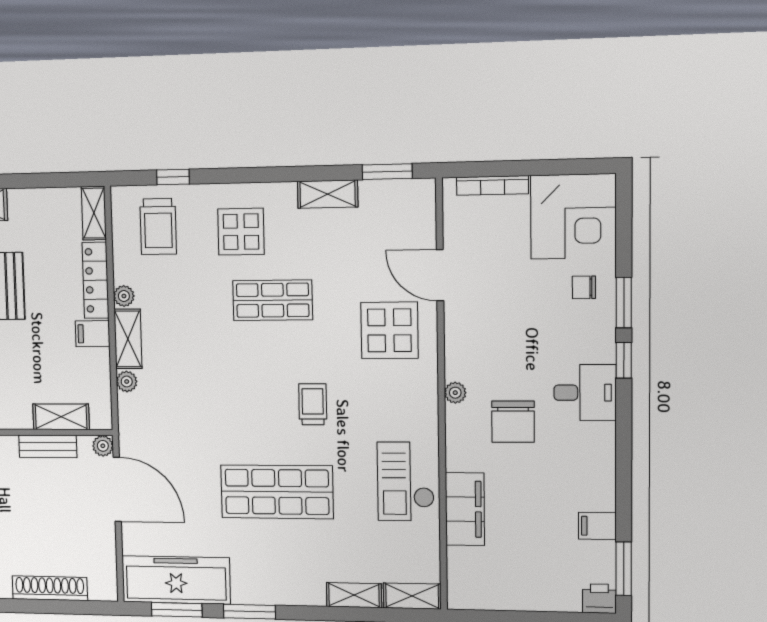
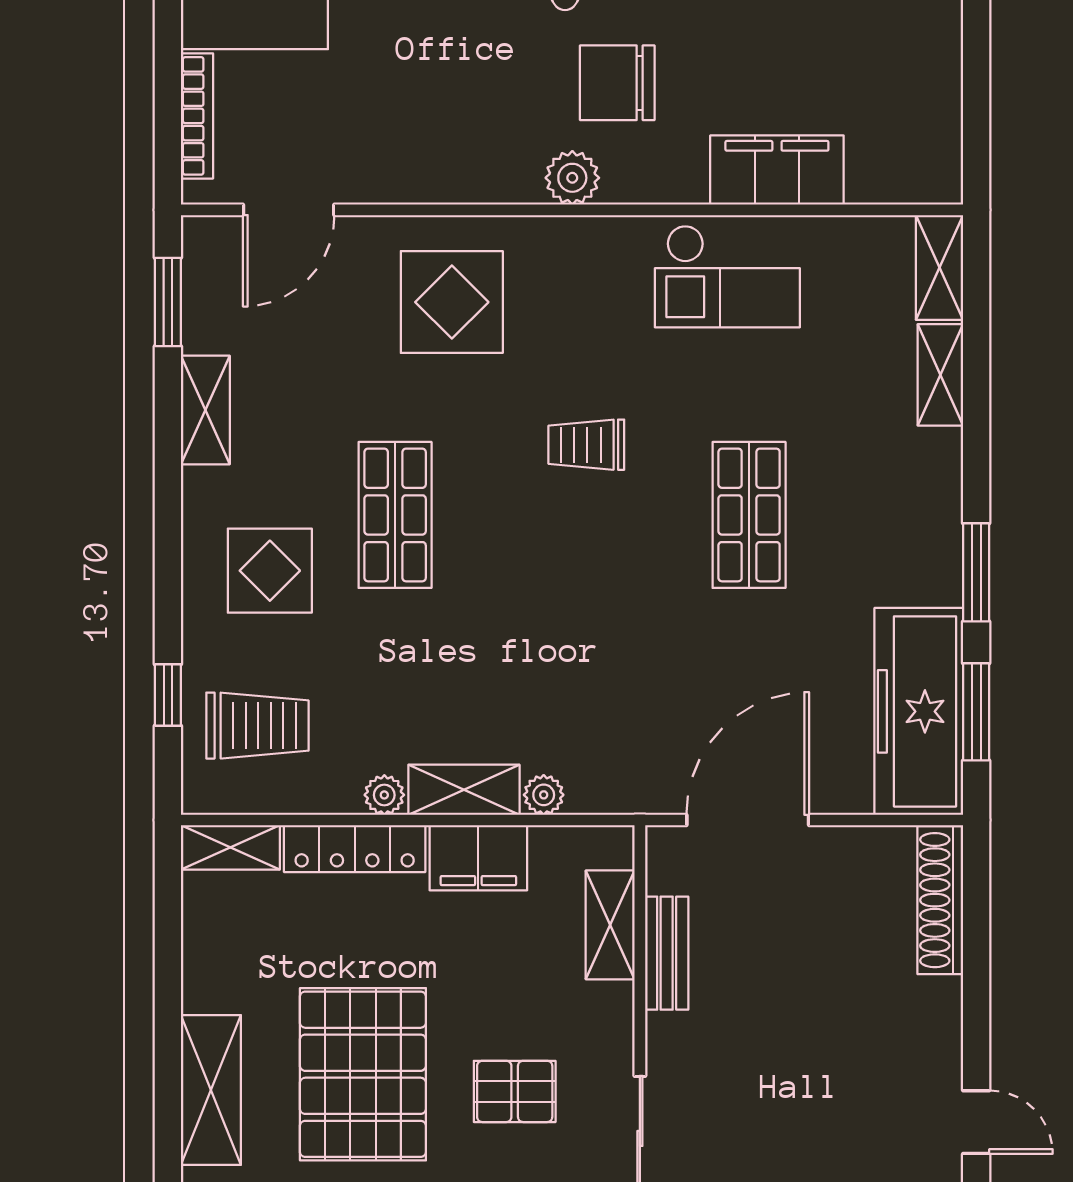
door: (440, 275) -> (289, 210), moved
filing cabinet: (93, 334) -> (478, 858), width x2.00
plant: (455, 393) -> (572, 178), width x1.38, depth x1.38
chair: (513, 422) -> (617, 83), turned 180
plant: (103, 446) -> (665, 845), removed
shop shelf: (277, 492) -> (749, 515), width x0.70, depth x0.74
shoe rack: (50, 588) -> (940, 900), moved

